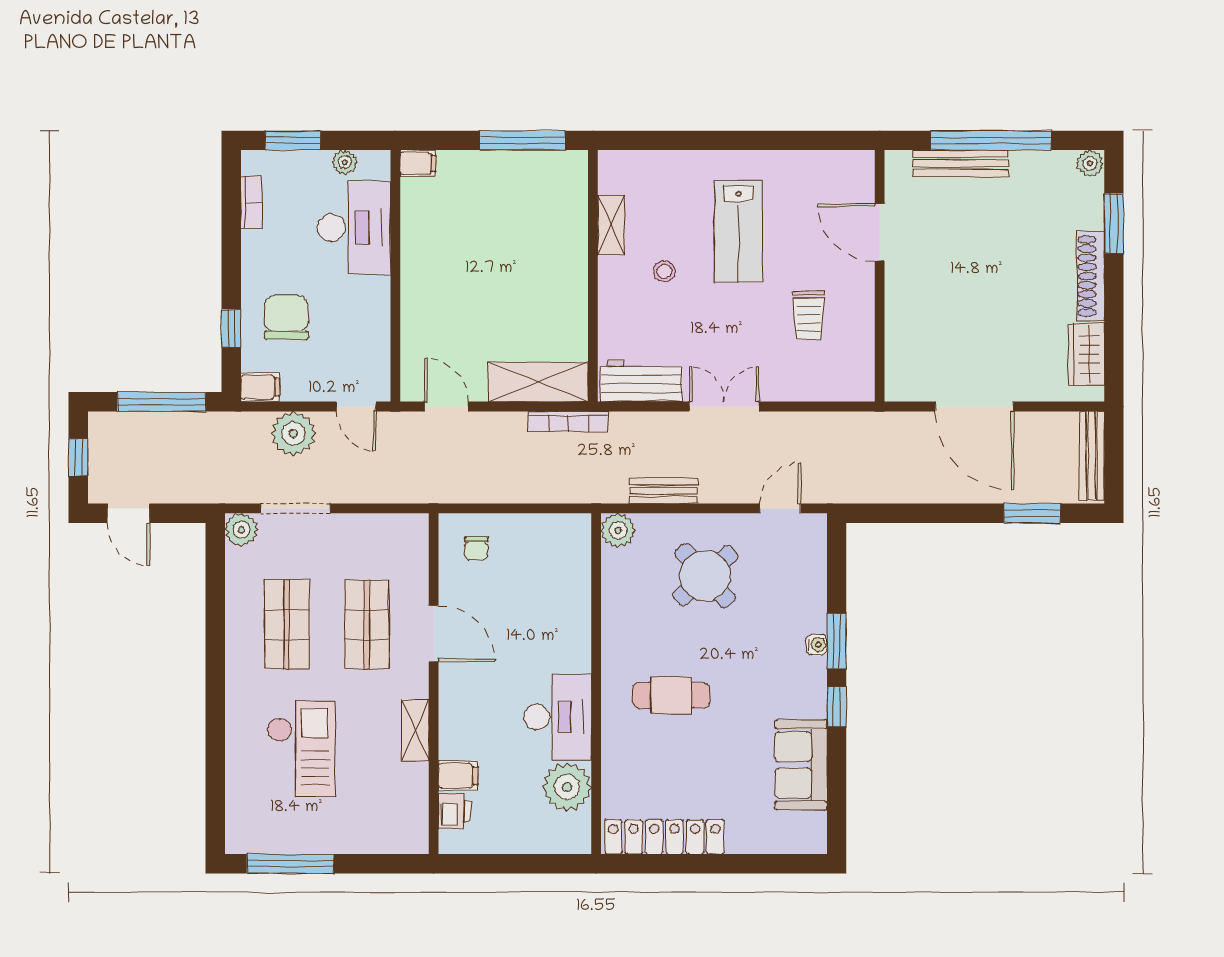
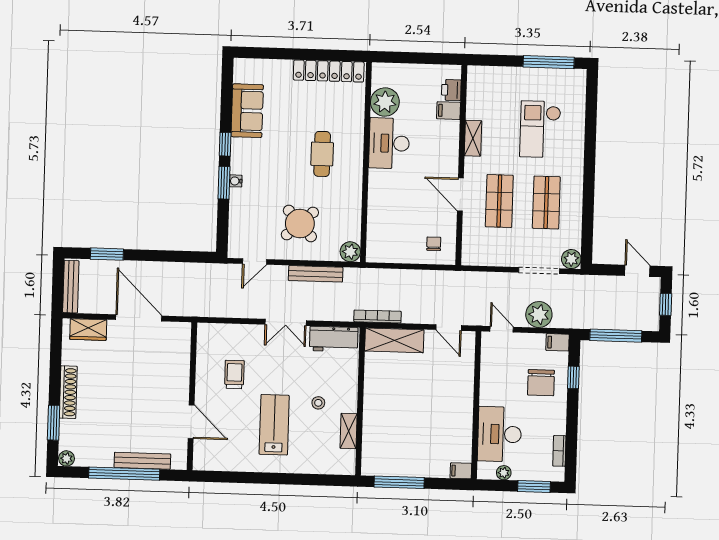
wardrobe: (1086, 354) -> (88, 330), moved, turned 90
bench: (664, 491) -> (316, 274), width x1.36
cafe table: (671, 695) -> (322, 154), turned 90

